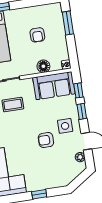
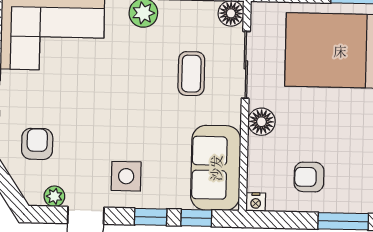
armchair: (37, 35) -> (309, 177), moved
floor lamp: (43, 66) -> (261, 122), moved
armchair: (46, 140) -> (37, 144), moved

